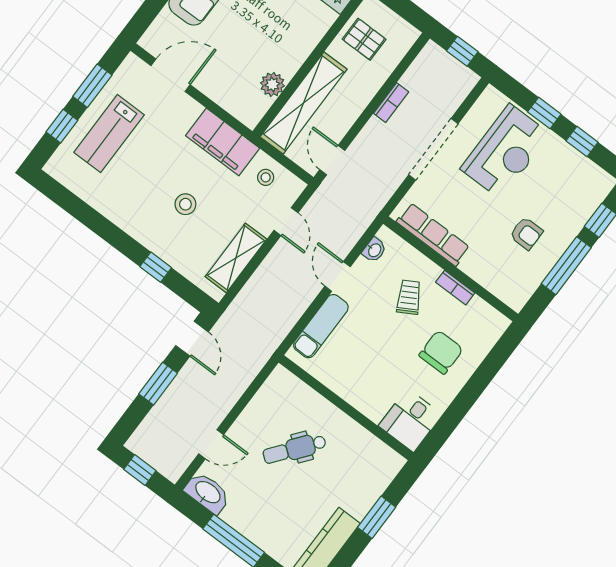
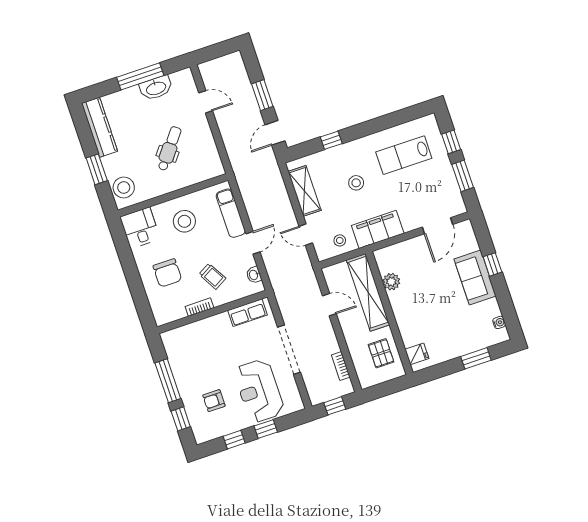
pallet: (364, 39) -> (381, 353), turned 90
bookcase: (391, 103) -> (341, 366), moved
lab bench: (109, 134) -> (404, 155), moved, turned -90
door: (332, 160) -> (329, 305), moved
armchair: (526, 233) -> (214, 401), moved
row of seats: (433, 235) -> (247, 313), width x0.68
door: (338, 276) -> (253, 243), hinge flipped
door: (192, 339) -> (275, 133), hinge flipped
stool: (367, 374) -> (184, 221), added
door: (211, 444) -> (206, 102), swing flipped
window: (140, 470) -> (219, 50), removed
stool: (376, 471) -> (124, 188), added
washbasin: (207, 493) -> (156, 88), moved

